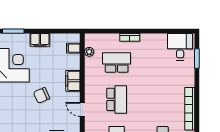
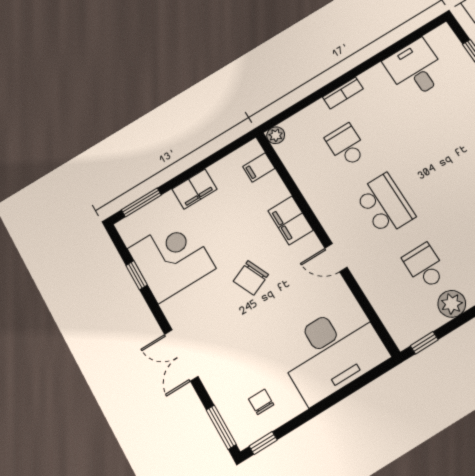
desk: (180, 47) -> (415, 69), moved
plant: (89, 52) -> (276, 135), moved
school desk: (117, 63) -> (346, 145), width x0.54

